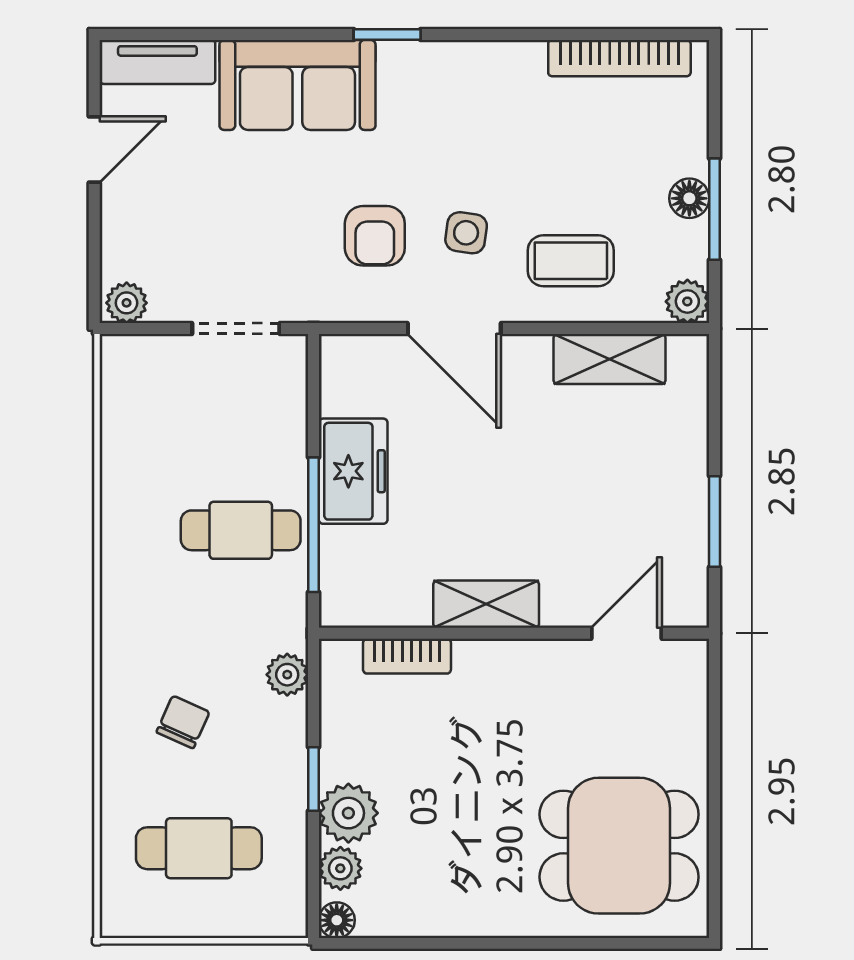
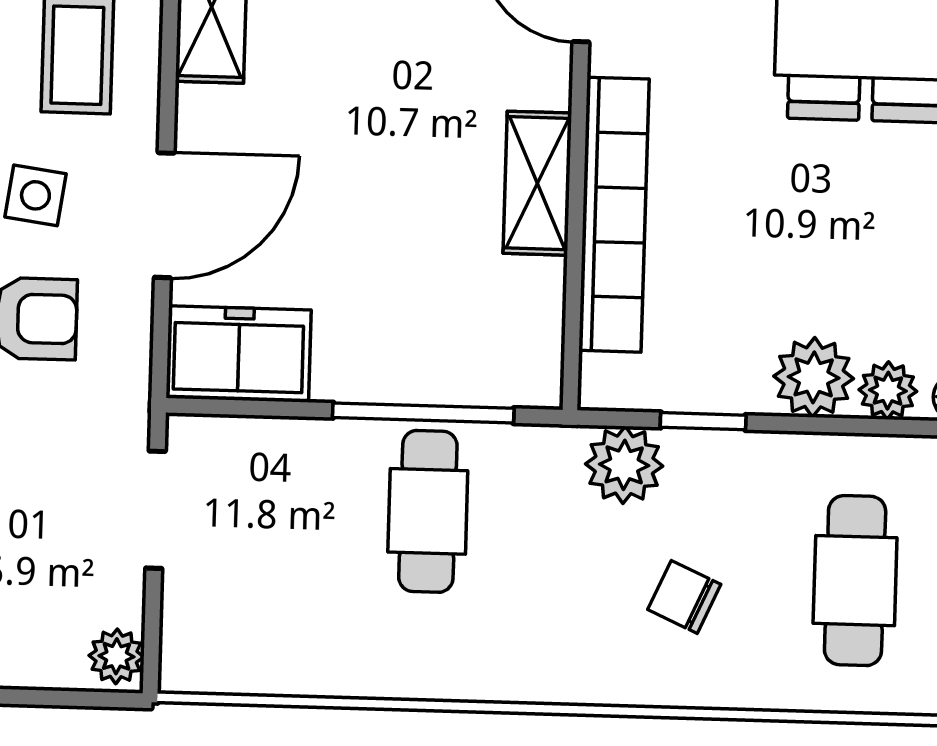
freezer: (353, 471) -> (239, 354), moved
bookcase: (407, 656) -> (614, 215), width x2.31, depth x1.31
plant: (287, 675) -> (624, 465), width x1.38, depth x1.38
window: (313, 779) -> (703, 421), moved

